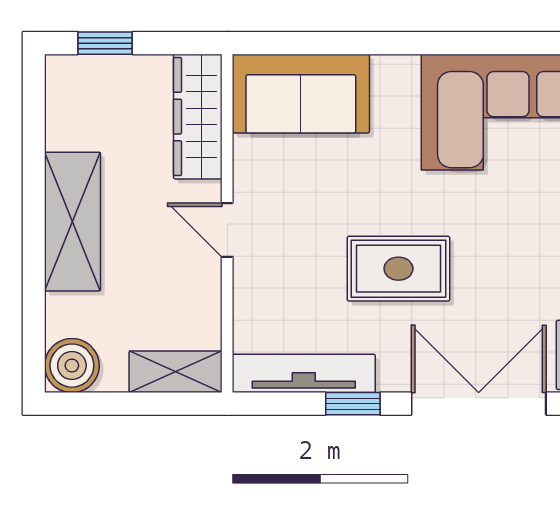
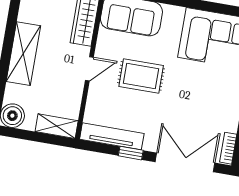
door: (227, 230) -> (89, 69), swing flipped
rug: (398, 269) -> (141, 76), moved

